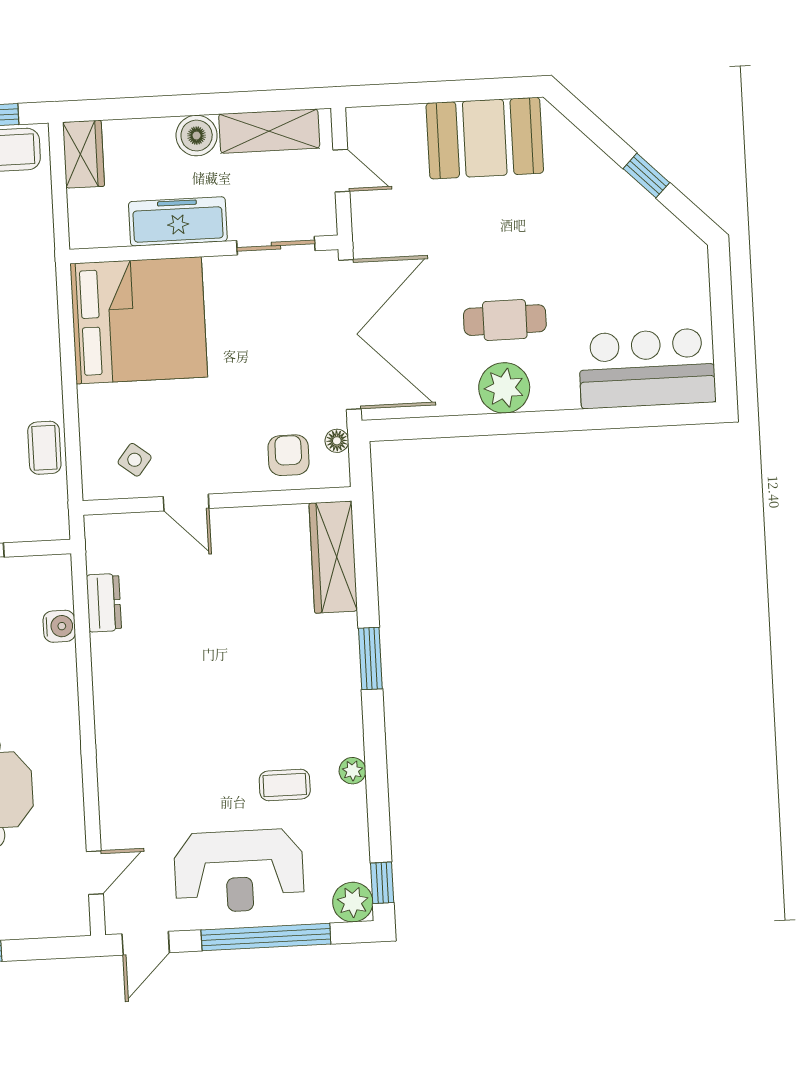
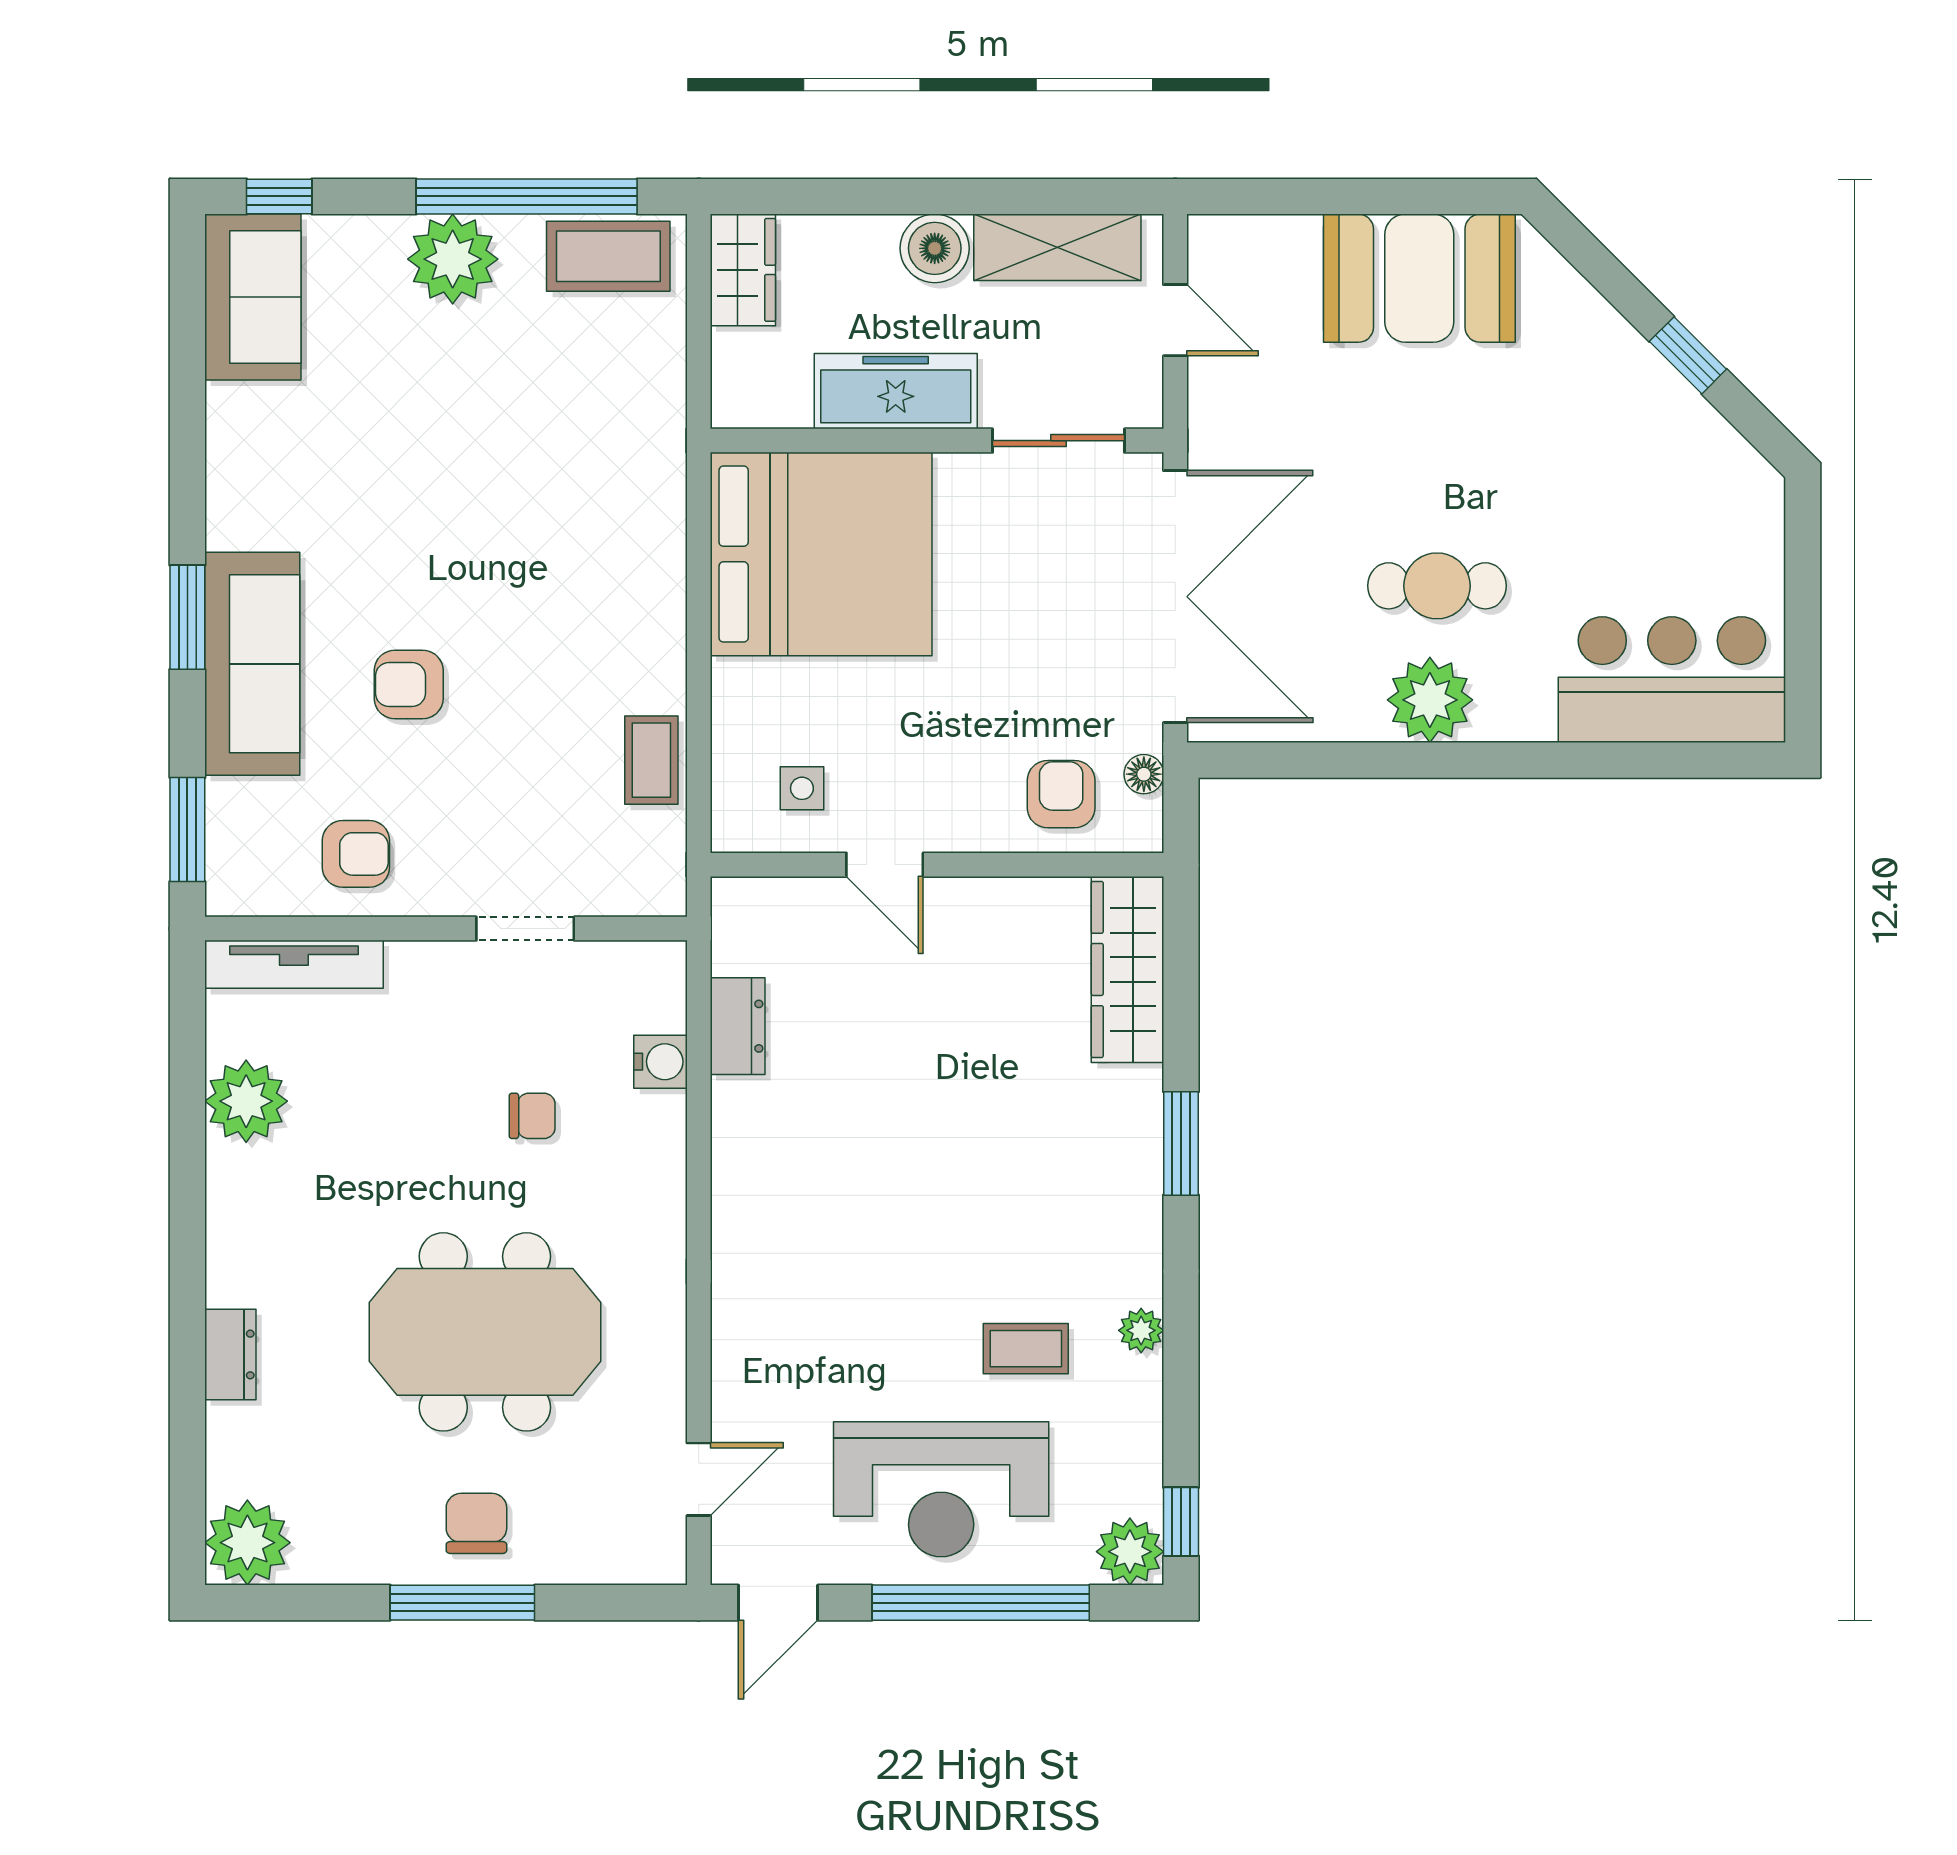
side table: (135, 460) -> (802, 788), turned -38

